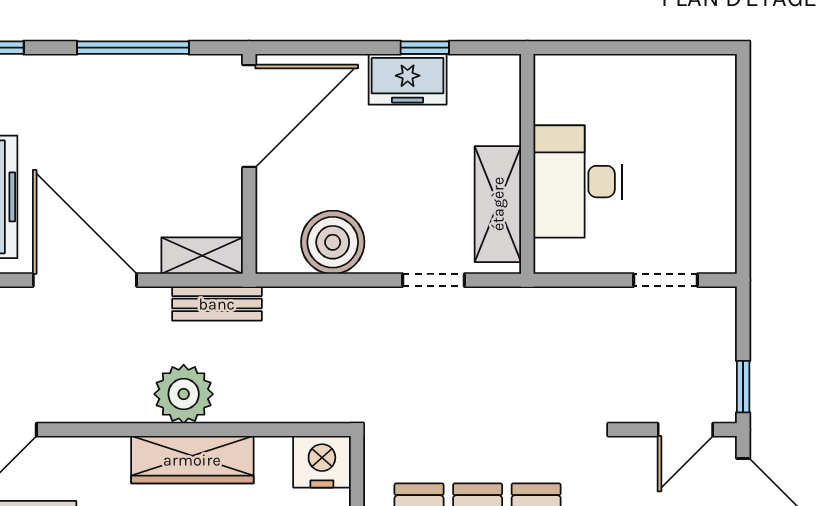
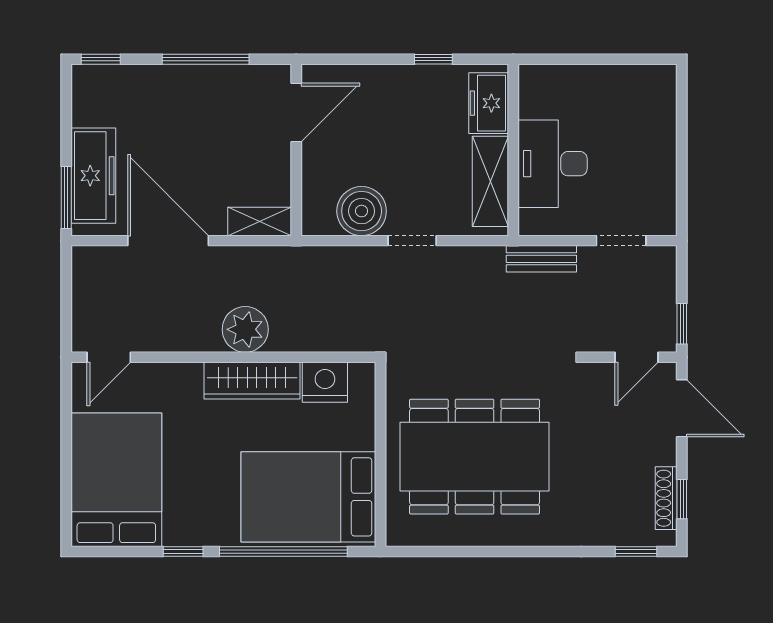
freezer: (408, 79) -> (489, 103), moved, turned 90
door: (249, 116) -> (296, 113), width x0.73
doorway: (434, 280) -> (412, 241), moved
bench: (217, 304) -> (541, 259), moved
nightstand: (322, 462) -> (325, 382), moved

